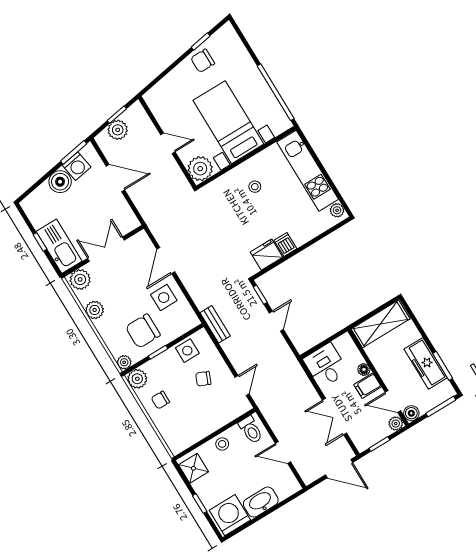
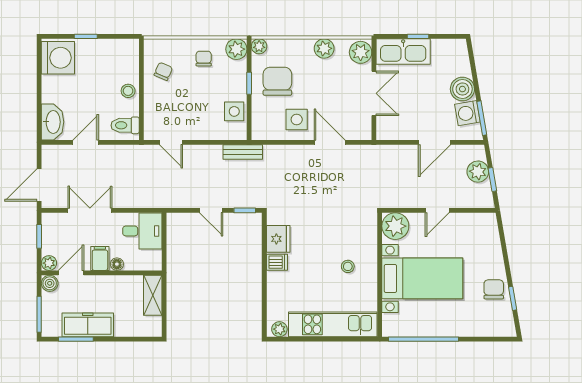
shelving: (381, 324) -> (153, 295), width x0.67, depth x0.75
chair: (203, 379) -> (163, 71), moved
shower: (193, 468) -> (122, 51), removed
washbasin: (261, 502) -> (53, 122), moved

